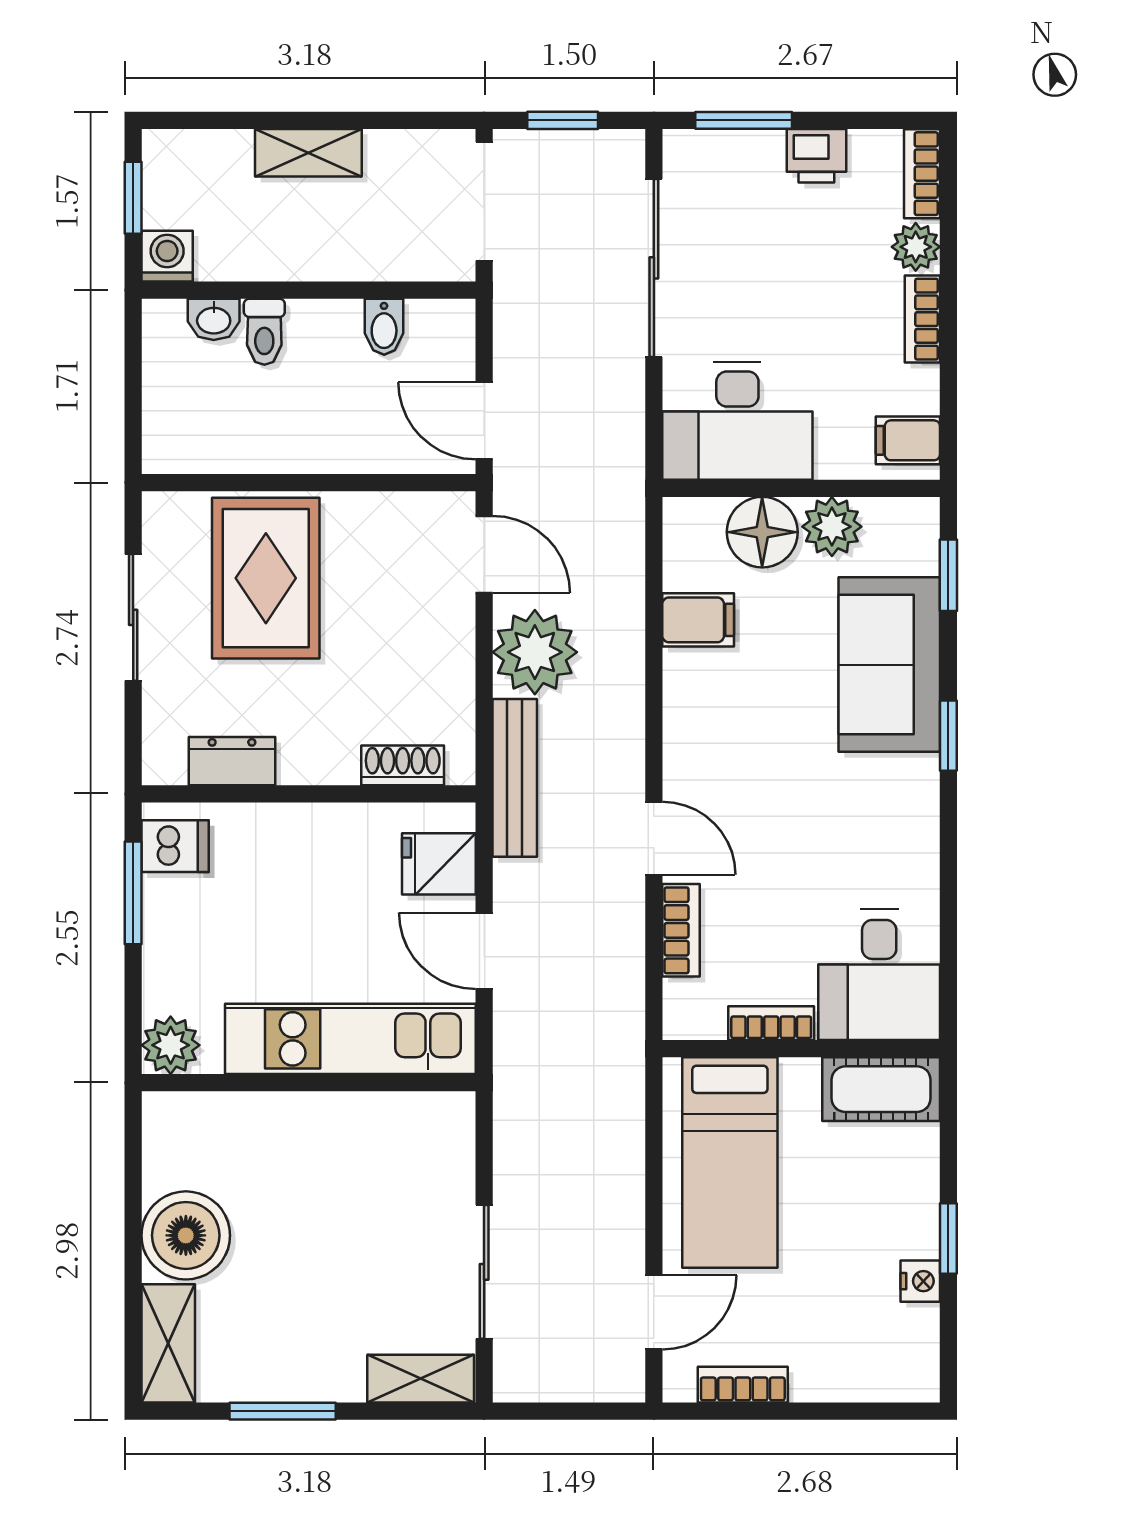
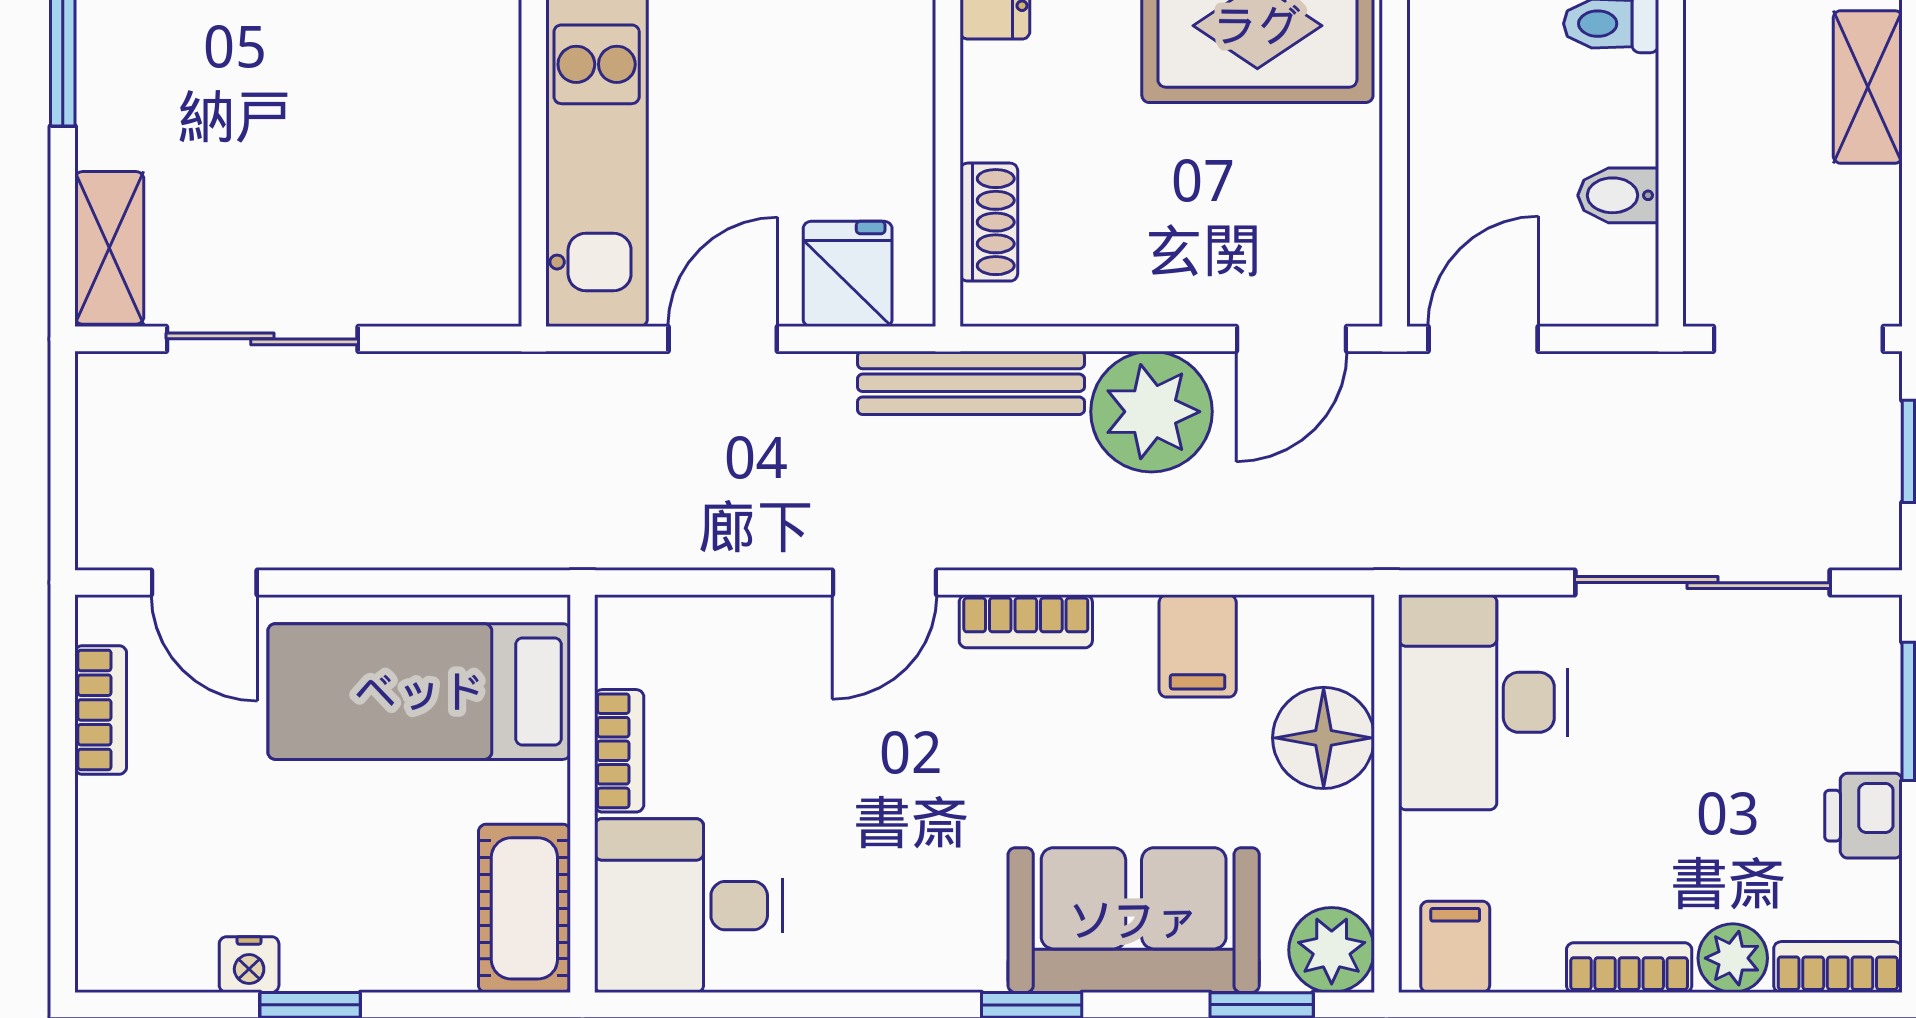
plant: (832, 527) -> (1332, 950), moved
bookcase: (681, 930) -> (1026, 621), moved

